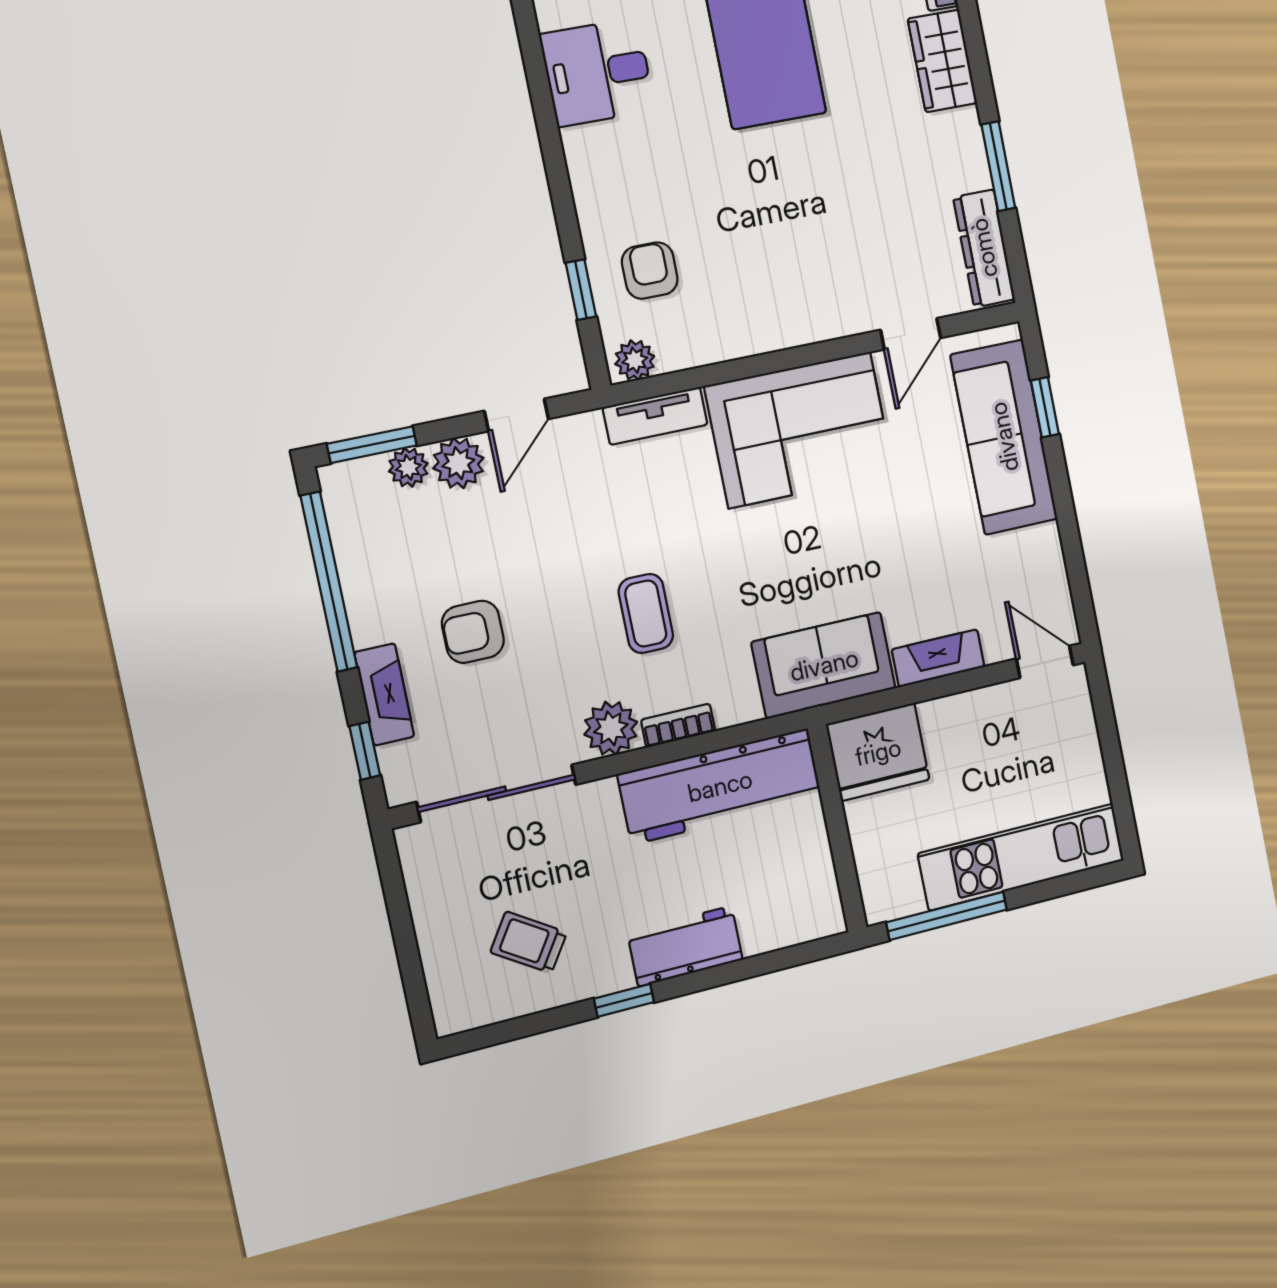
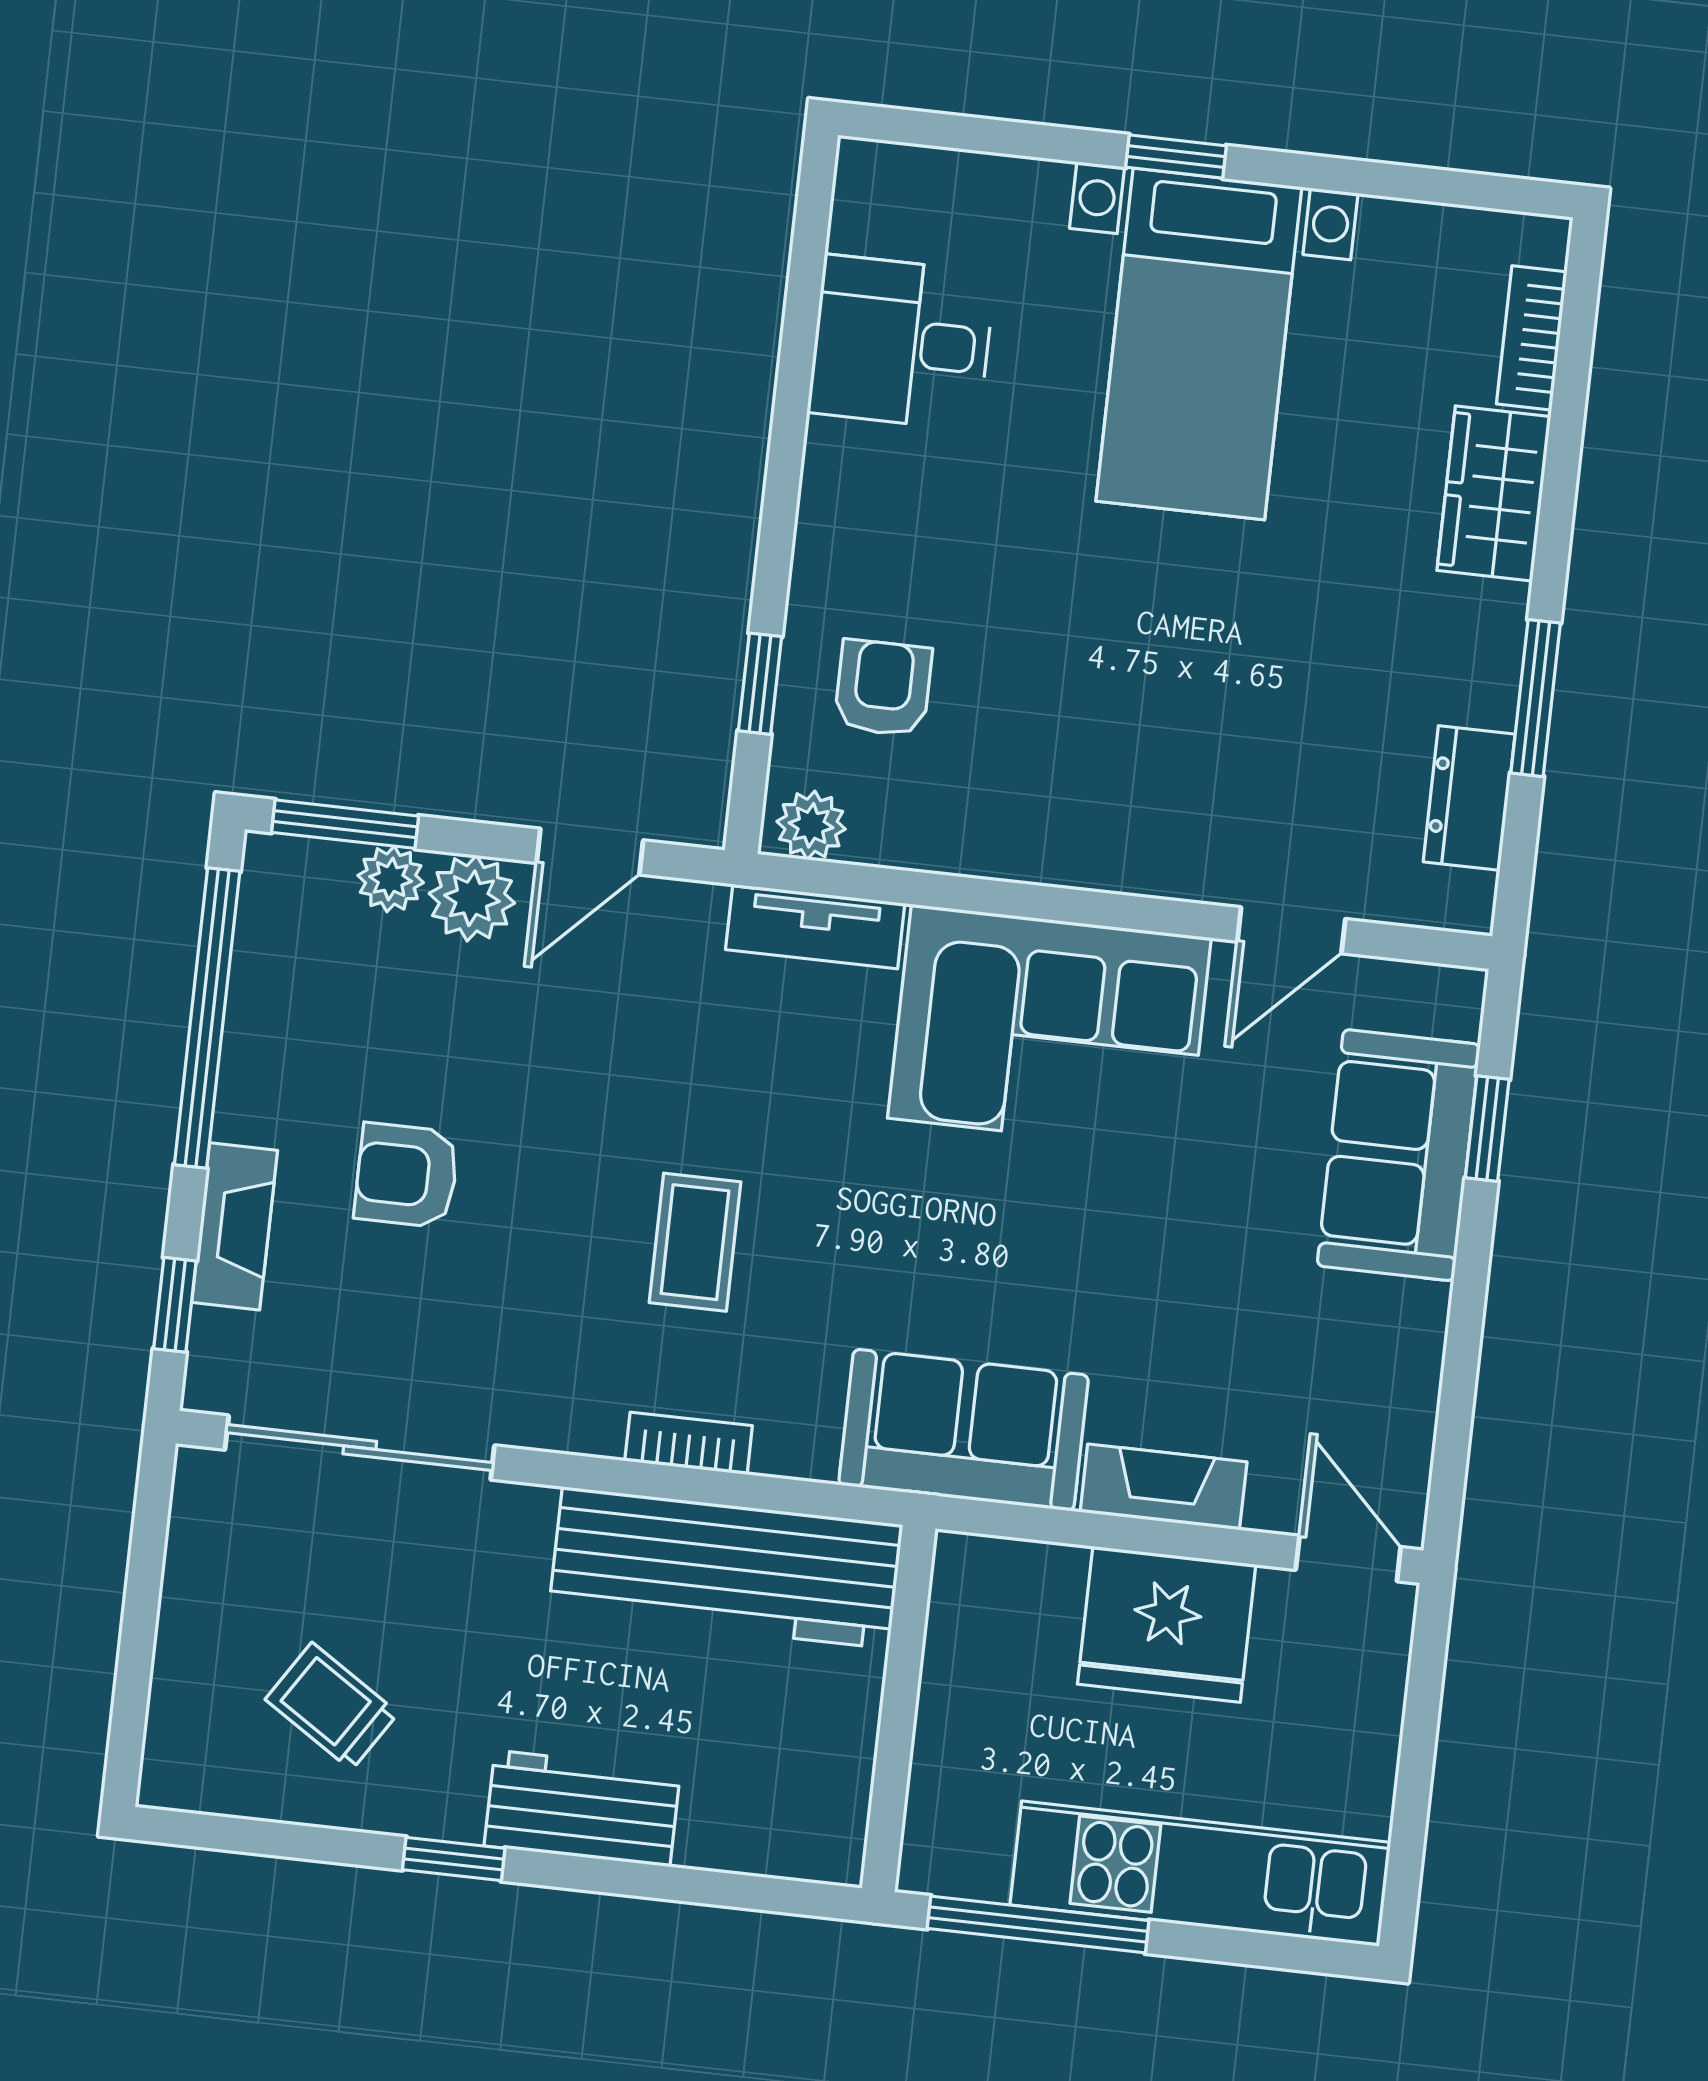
dresser: (984, 248) -> (1469, 798), width x0.70
sofa: (1004, 437) -> (1399, 1155), width x0.73
plant: (611, 728) -> (577, 1409), removed
fridge: (878, 752) -> (1167, 1624), moved

